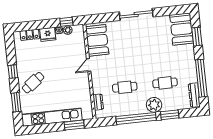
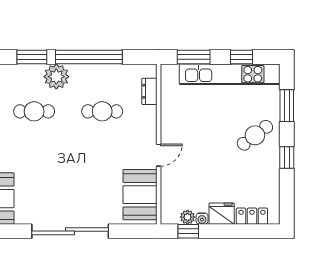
sliding door: (136, 14) -> (70, 231), width x1.36
window: (46, 128) -> (242, 57), added

